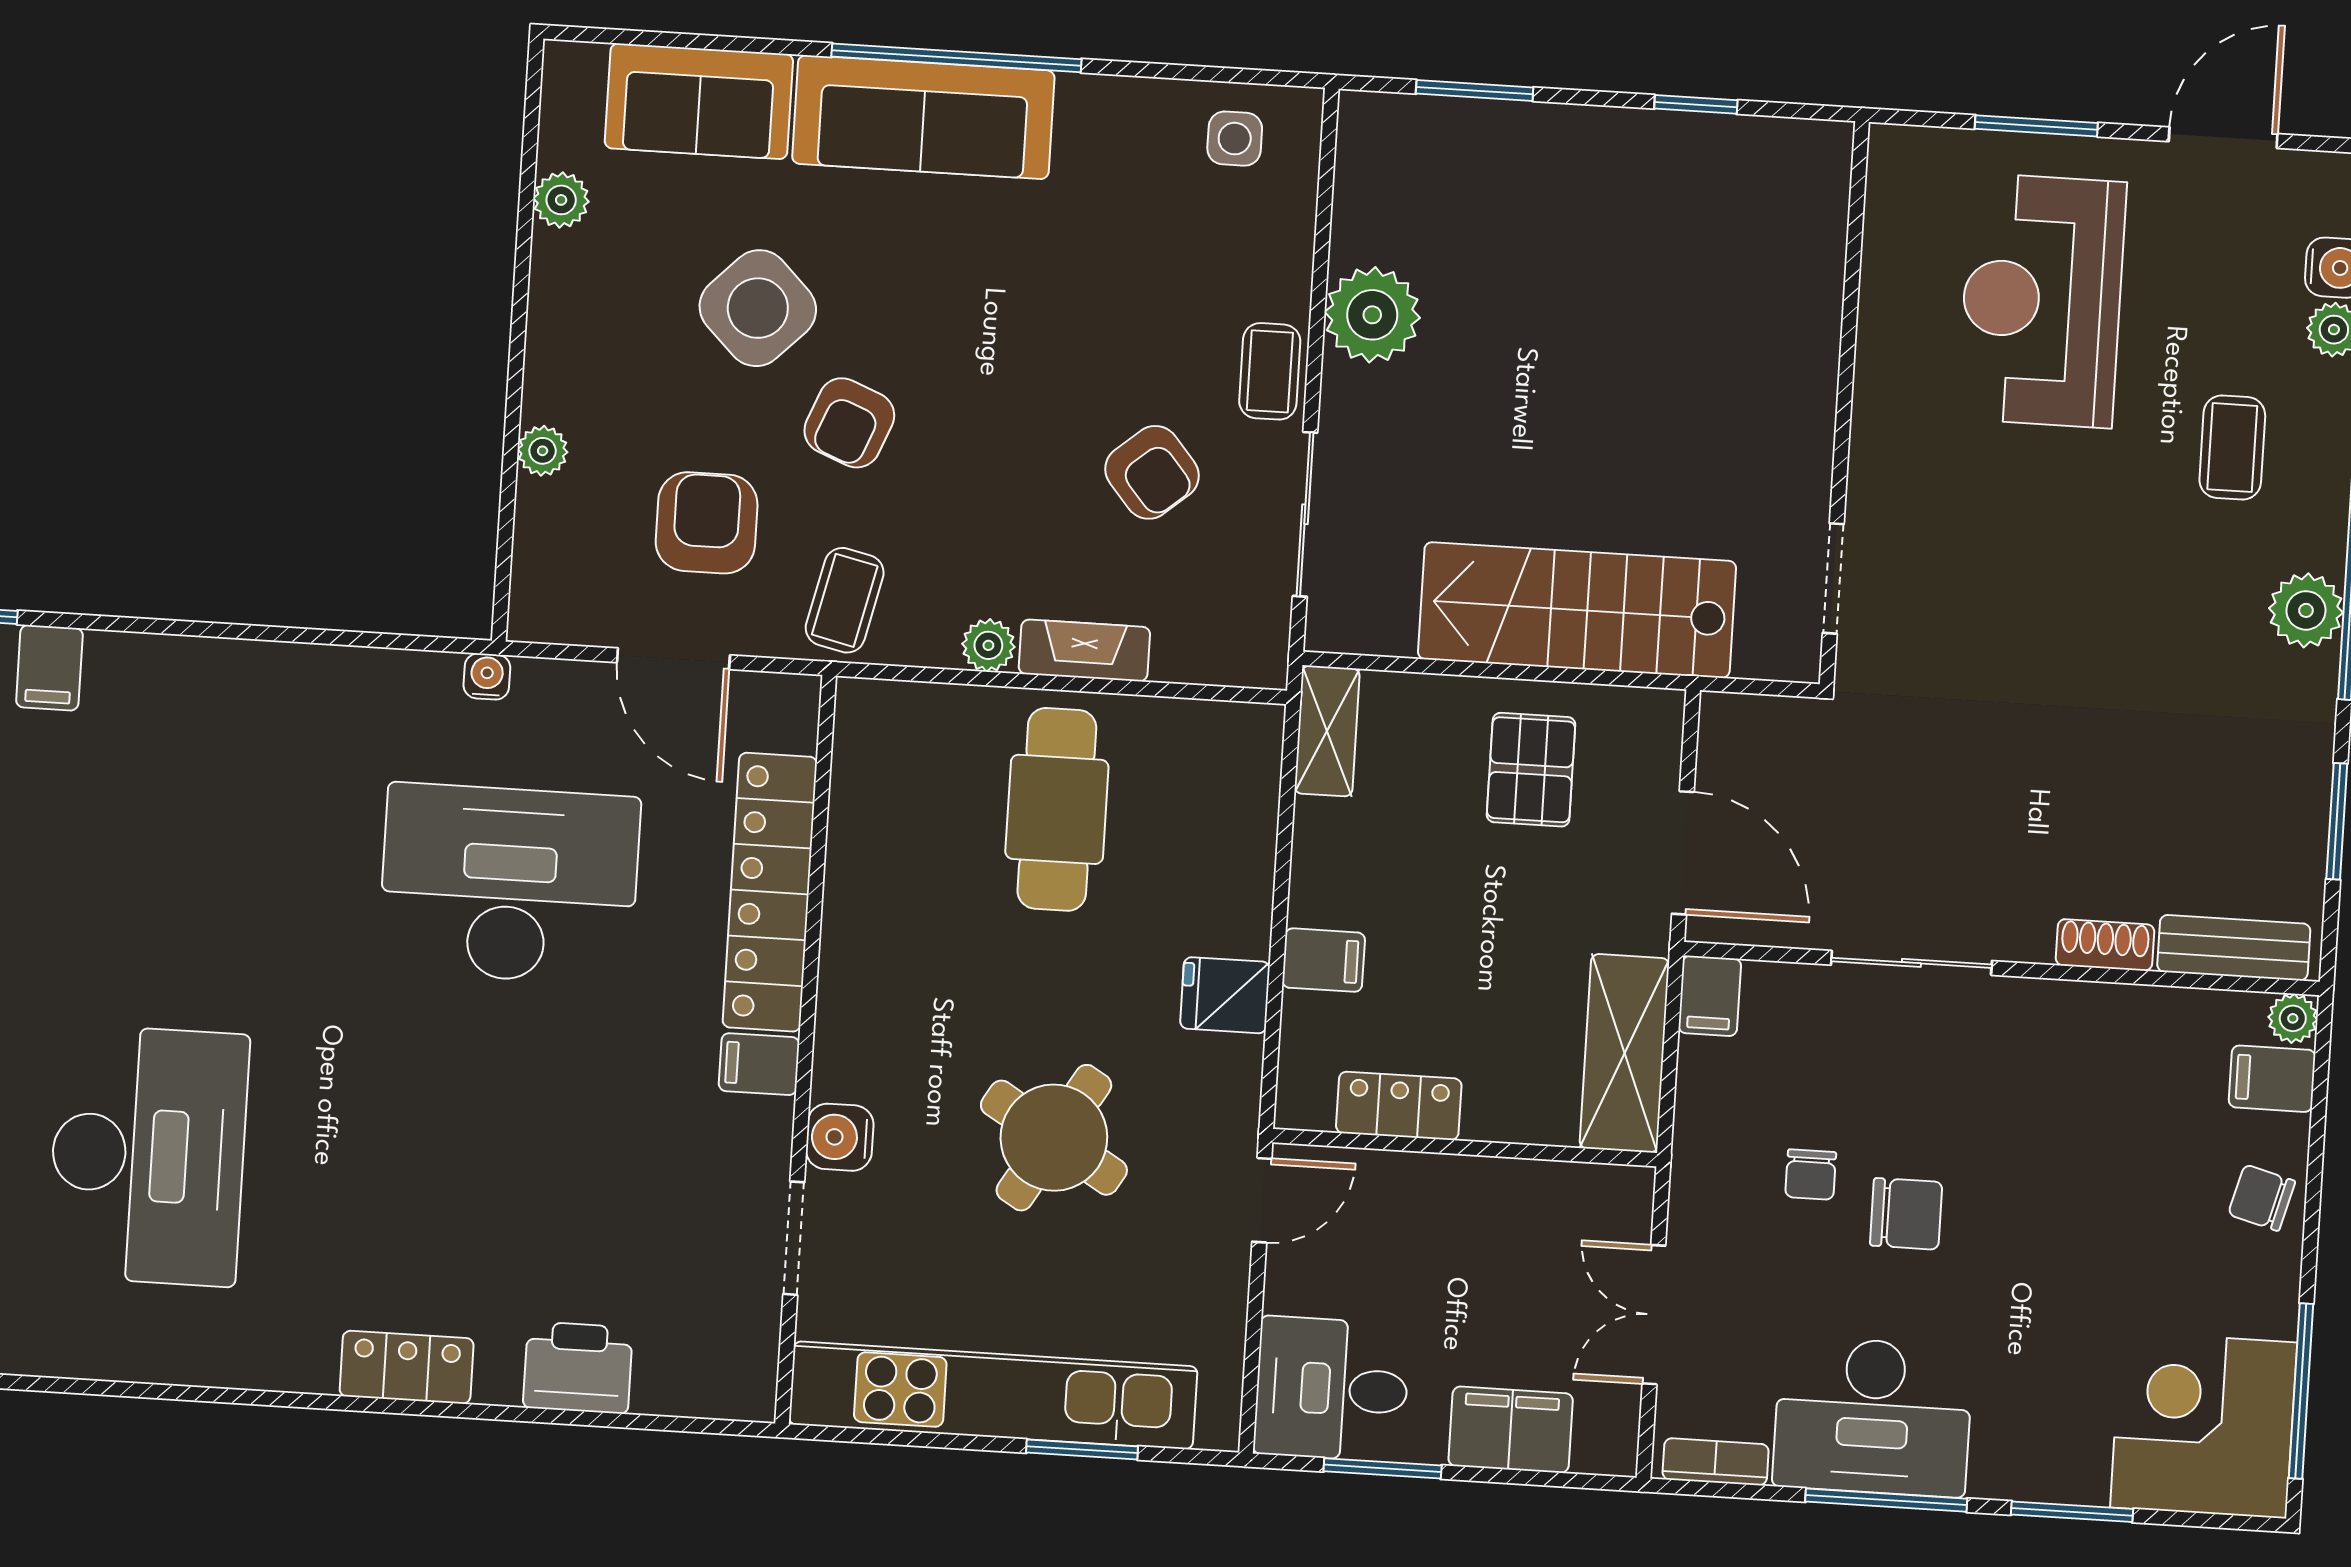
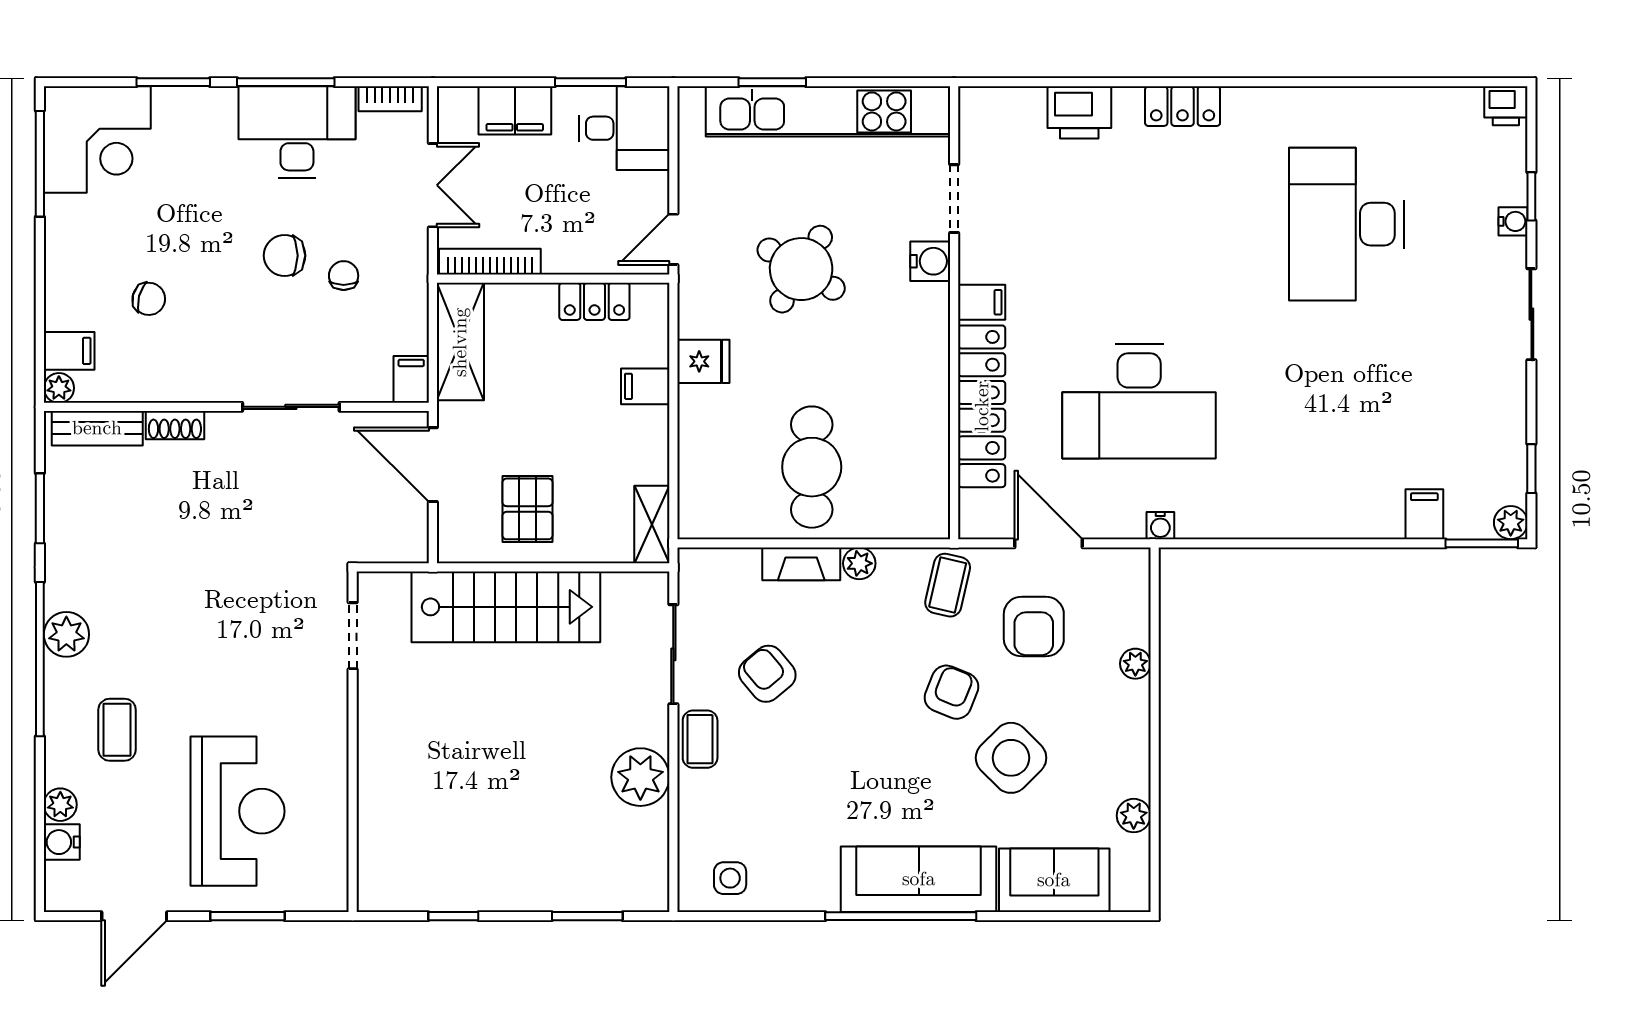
bookcase: (1568, 1182) -> (490, 262), added
chair: (2262, 1198) -> (149, 299), moved

